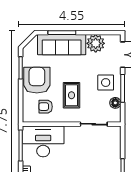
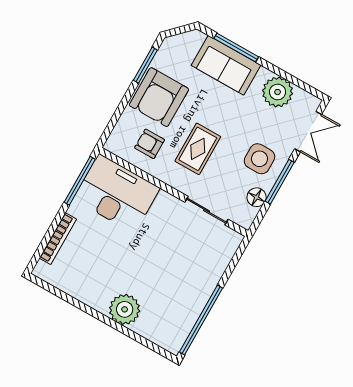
sofa: (62, 45) -> (226, 65), width x0.73
armchair: (37, 80) -> (159, 97), turned 180

